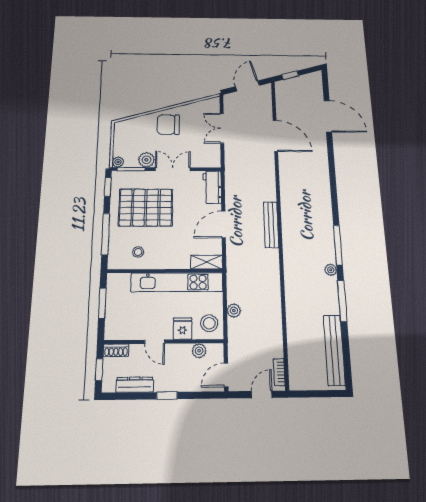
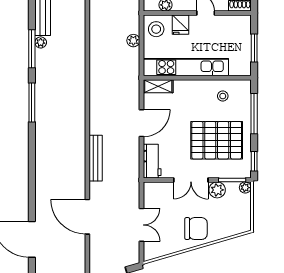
bench: (271, 225) -> (96, 158), moved
plant: (331, 270) -> (41, 42), moved

